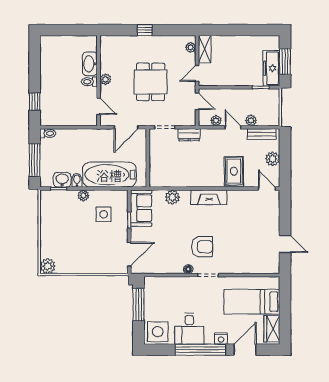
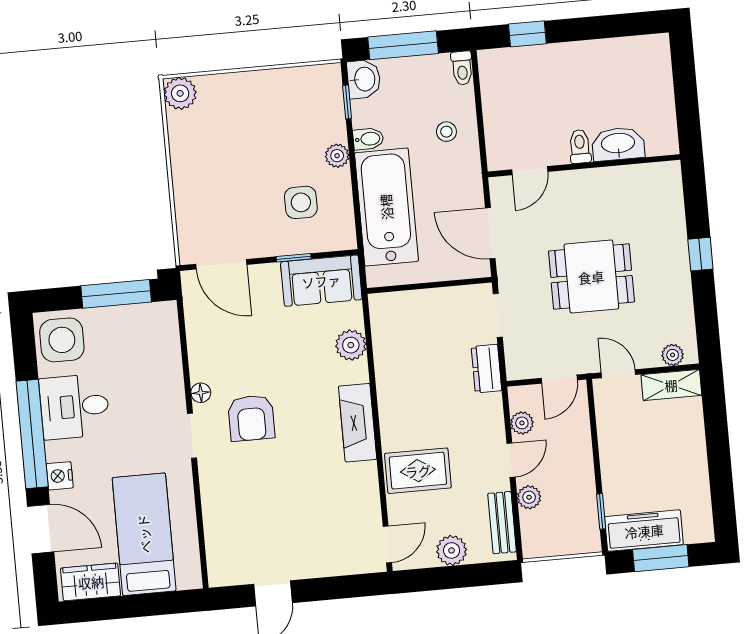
plant: (105, 79) -> (588, 180), removed
stool: (77, 143) -> (446, 132), added
washbasin: (62, 180) -> (364, 79), moved

